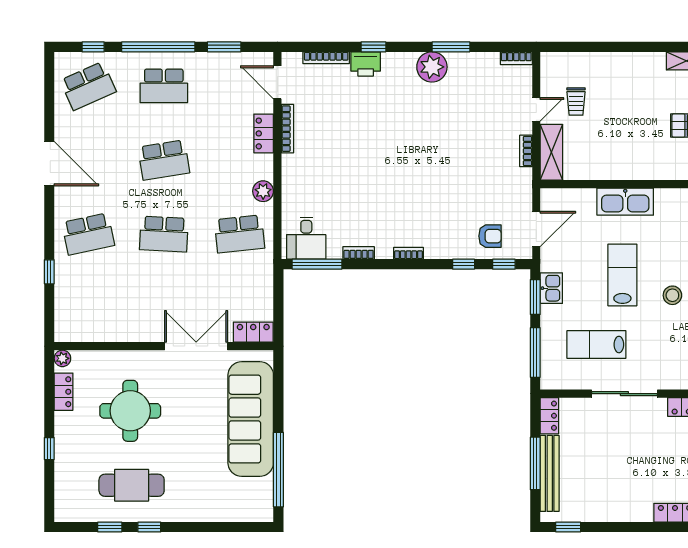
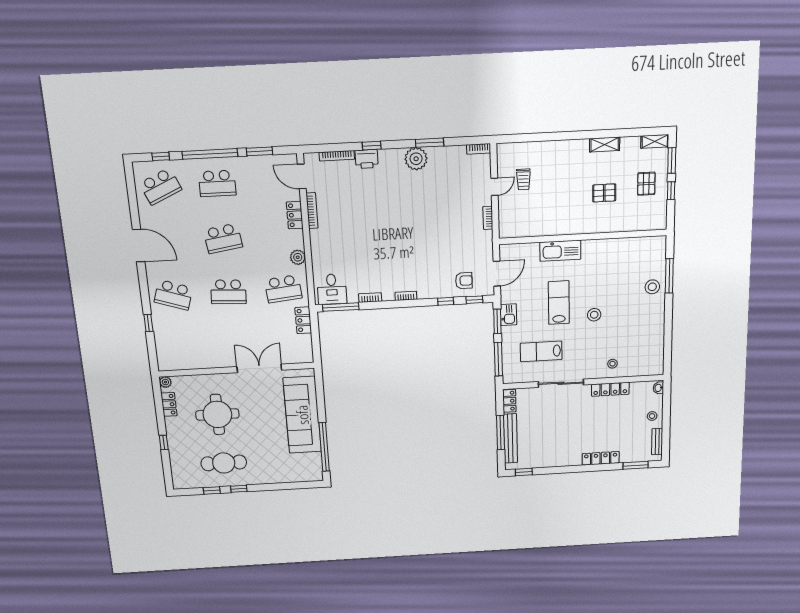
shelving: (551, 152) -> (506, 218), removed
school desk: (88, 234) -> (173, 295), turned 30
locker: (253, 332) -> (303, 320), moved, turned -90

